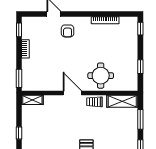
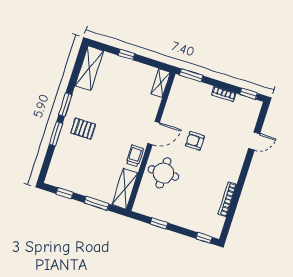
armchair: (68, 31) -> (195, 141), moved

